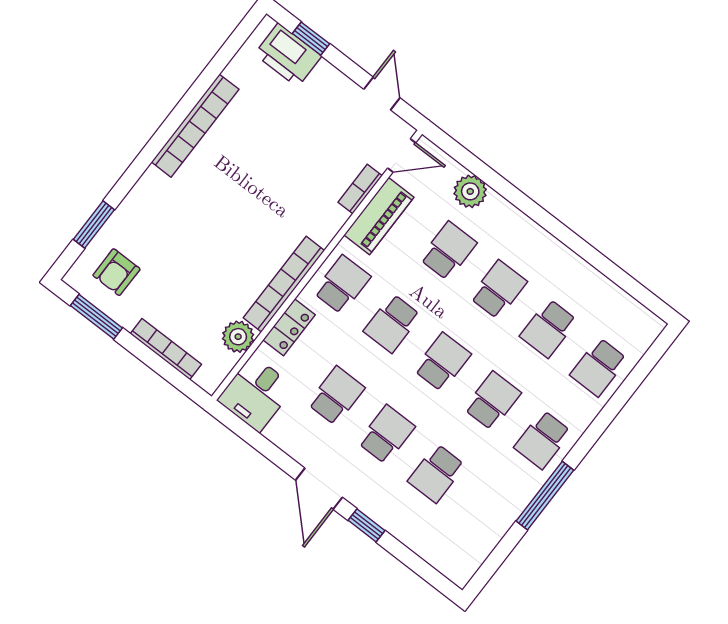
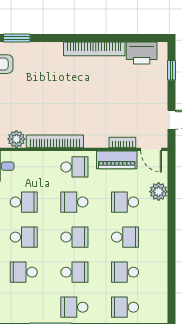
printer: (288, 55) -> (142, 53), moved, turned -90
school desk: (448, 251) -> (125, 202), turned 180
locker: (289, 327) -> (38, 158), removed

